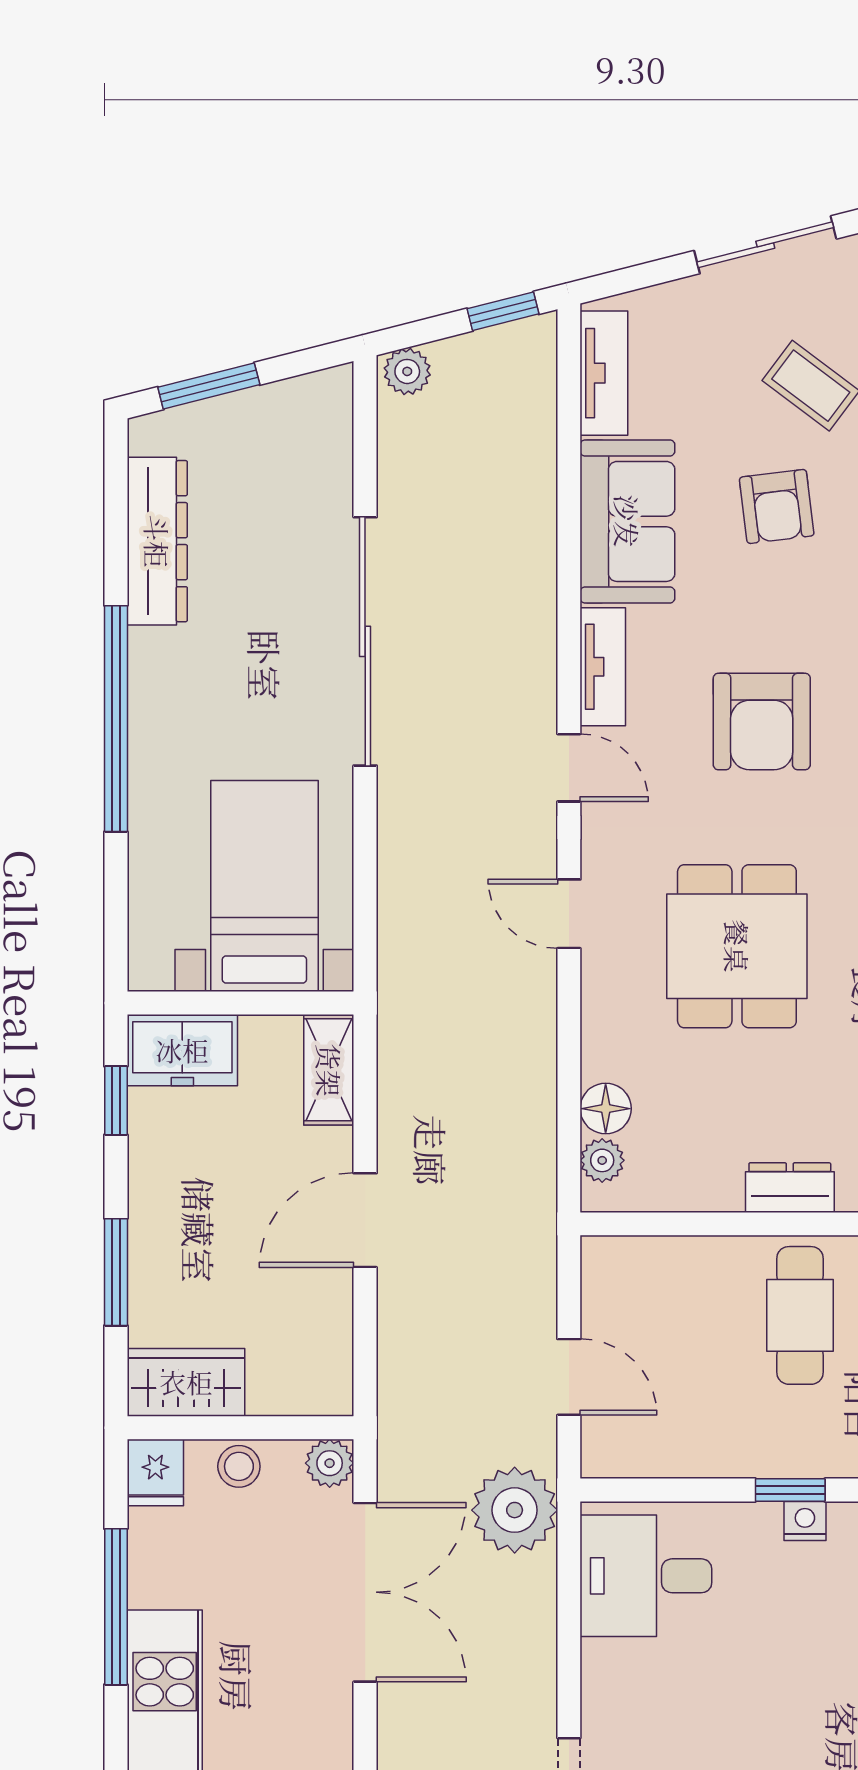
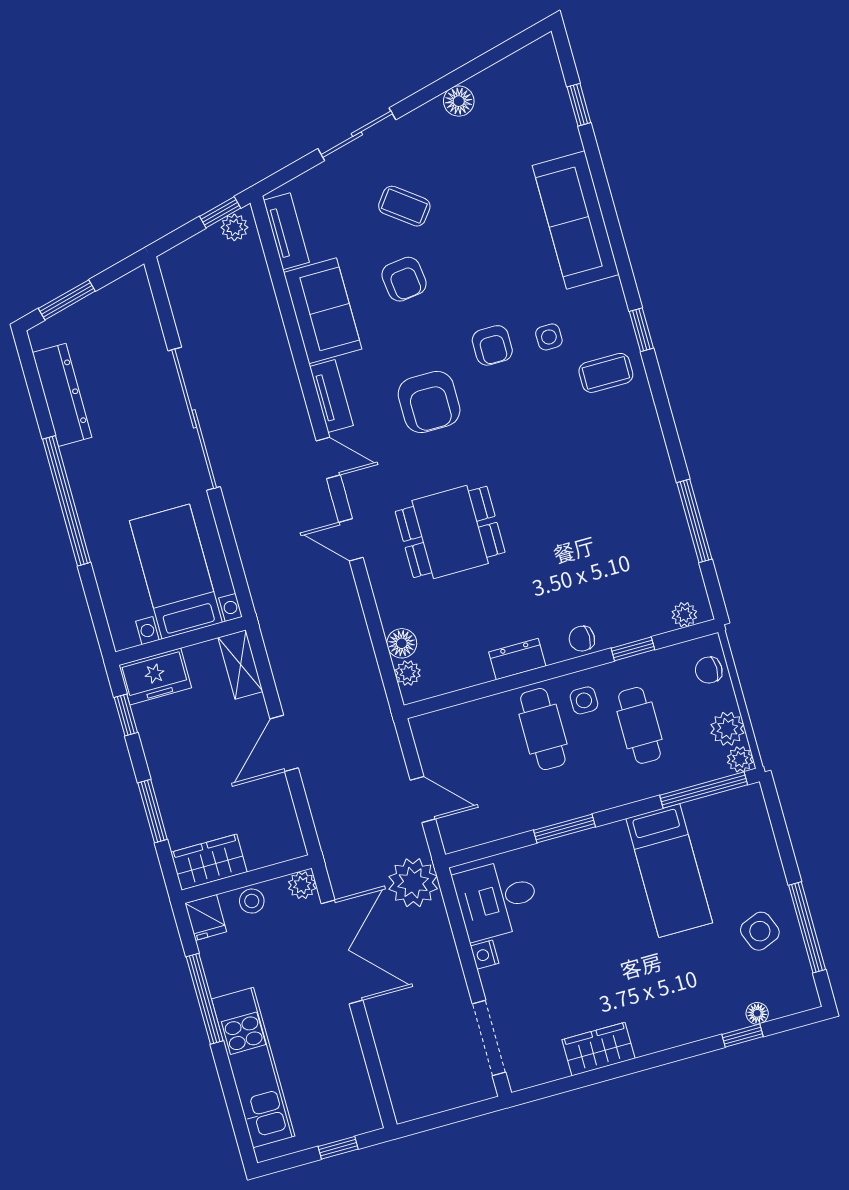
plant: (407, 371) -> (234, 227), moved
dining table: (737, 946) -> (450, 532), turned 90
window: (790, 1490) -> (565, 829), width x1.50
nightstand: (805, 1521) -> (485, 955), moved, turned -90

